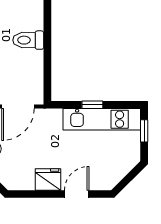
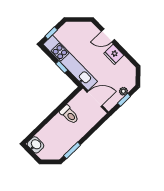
toilet: (28, 40) -> (69, 115), moved
kitchen unit: (102, 119) -> (70, 63), width x1.36

